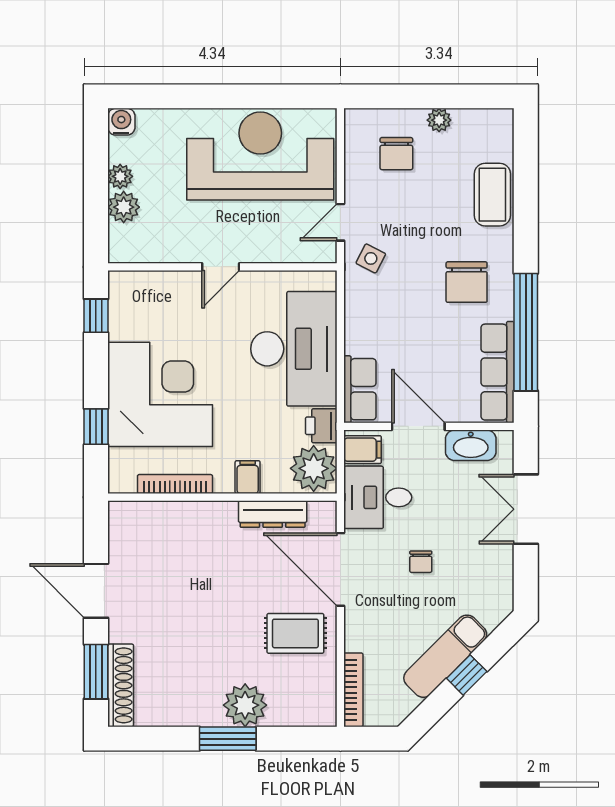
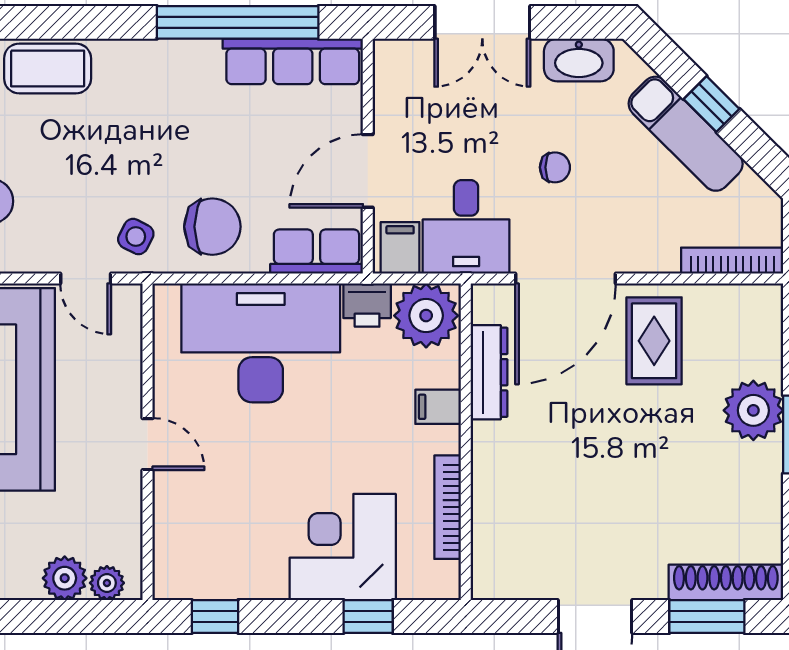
plant: (120, 176) -> (107, 583), moved
chair: (467, 282) -> (212, 227), moved
corner desk: (160, 394) -> (343, 547), width x0.74, depth x0.74
washbasin: (471, 445) -> (579, 60), moved, turned 90

